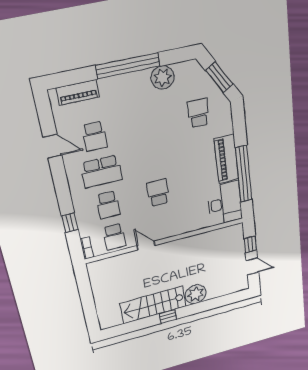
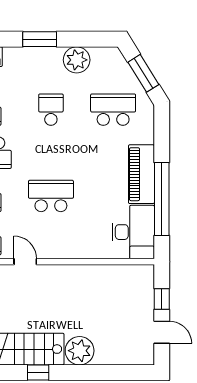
window: (128, 66) -> (40, 39), width x0.47
school desk: (198, 113) -> (113, 110), width x1.85
school desk: (147, 125) -> (51, 110), added
school desk: (158, 193) -> (51, 196), width x1.85

